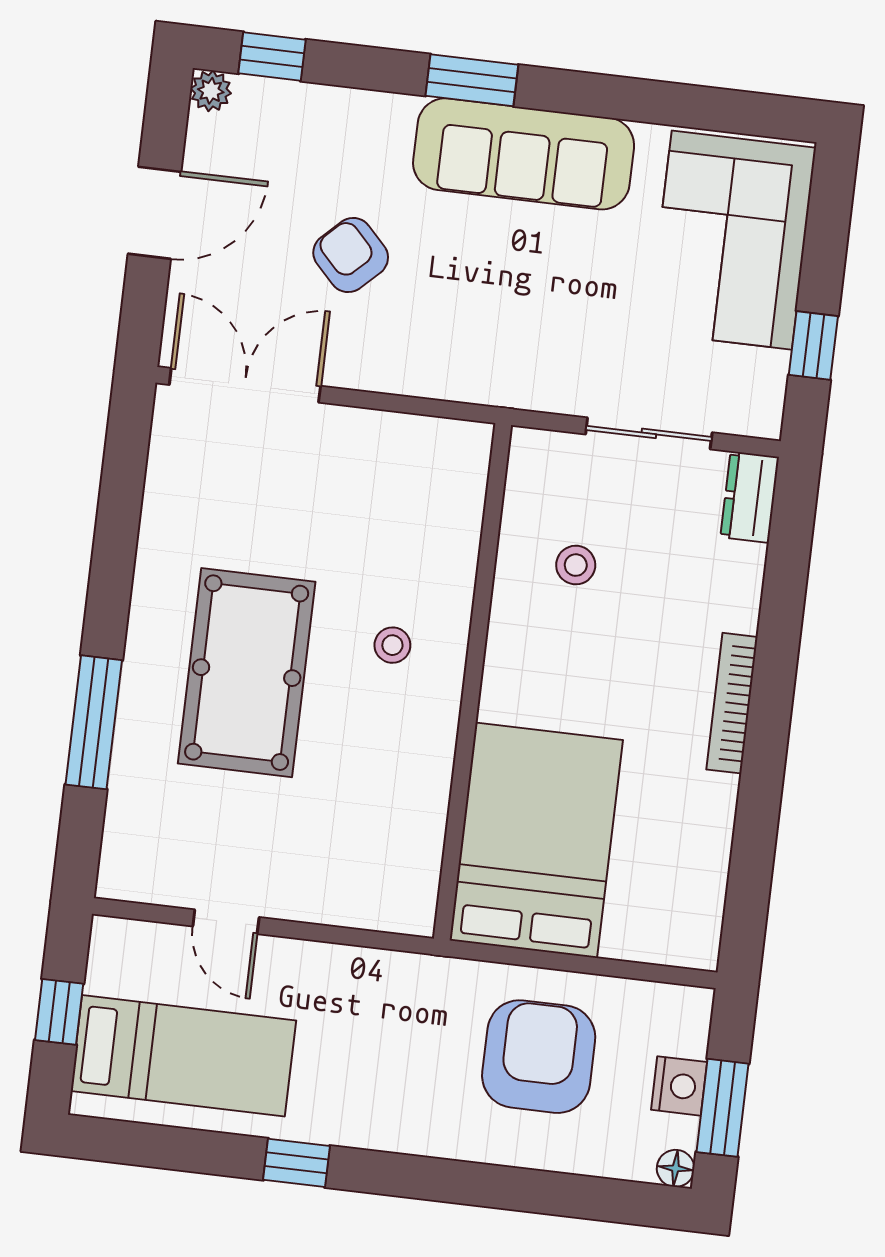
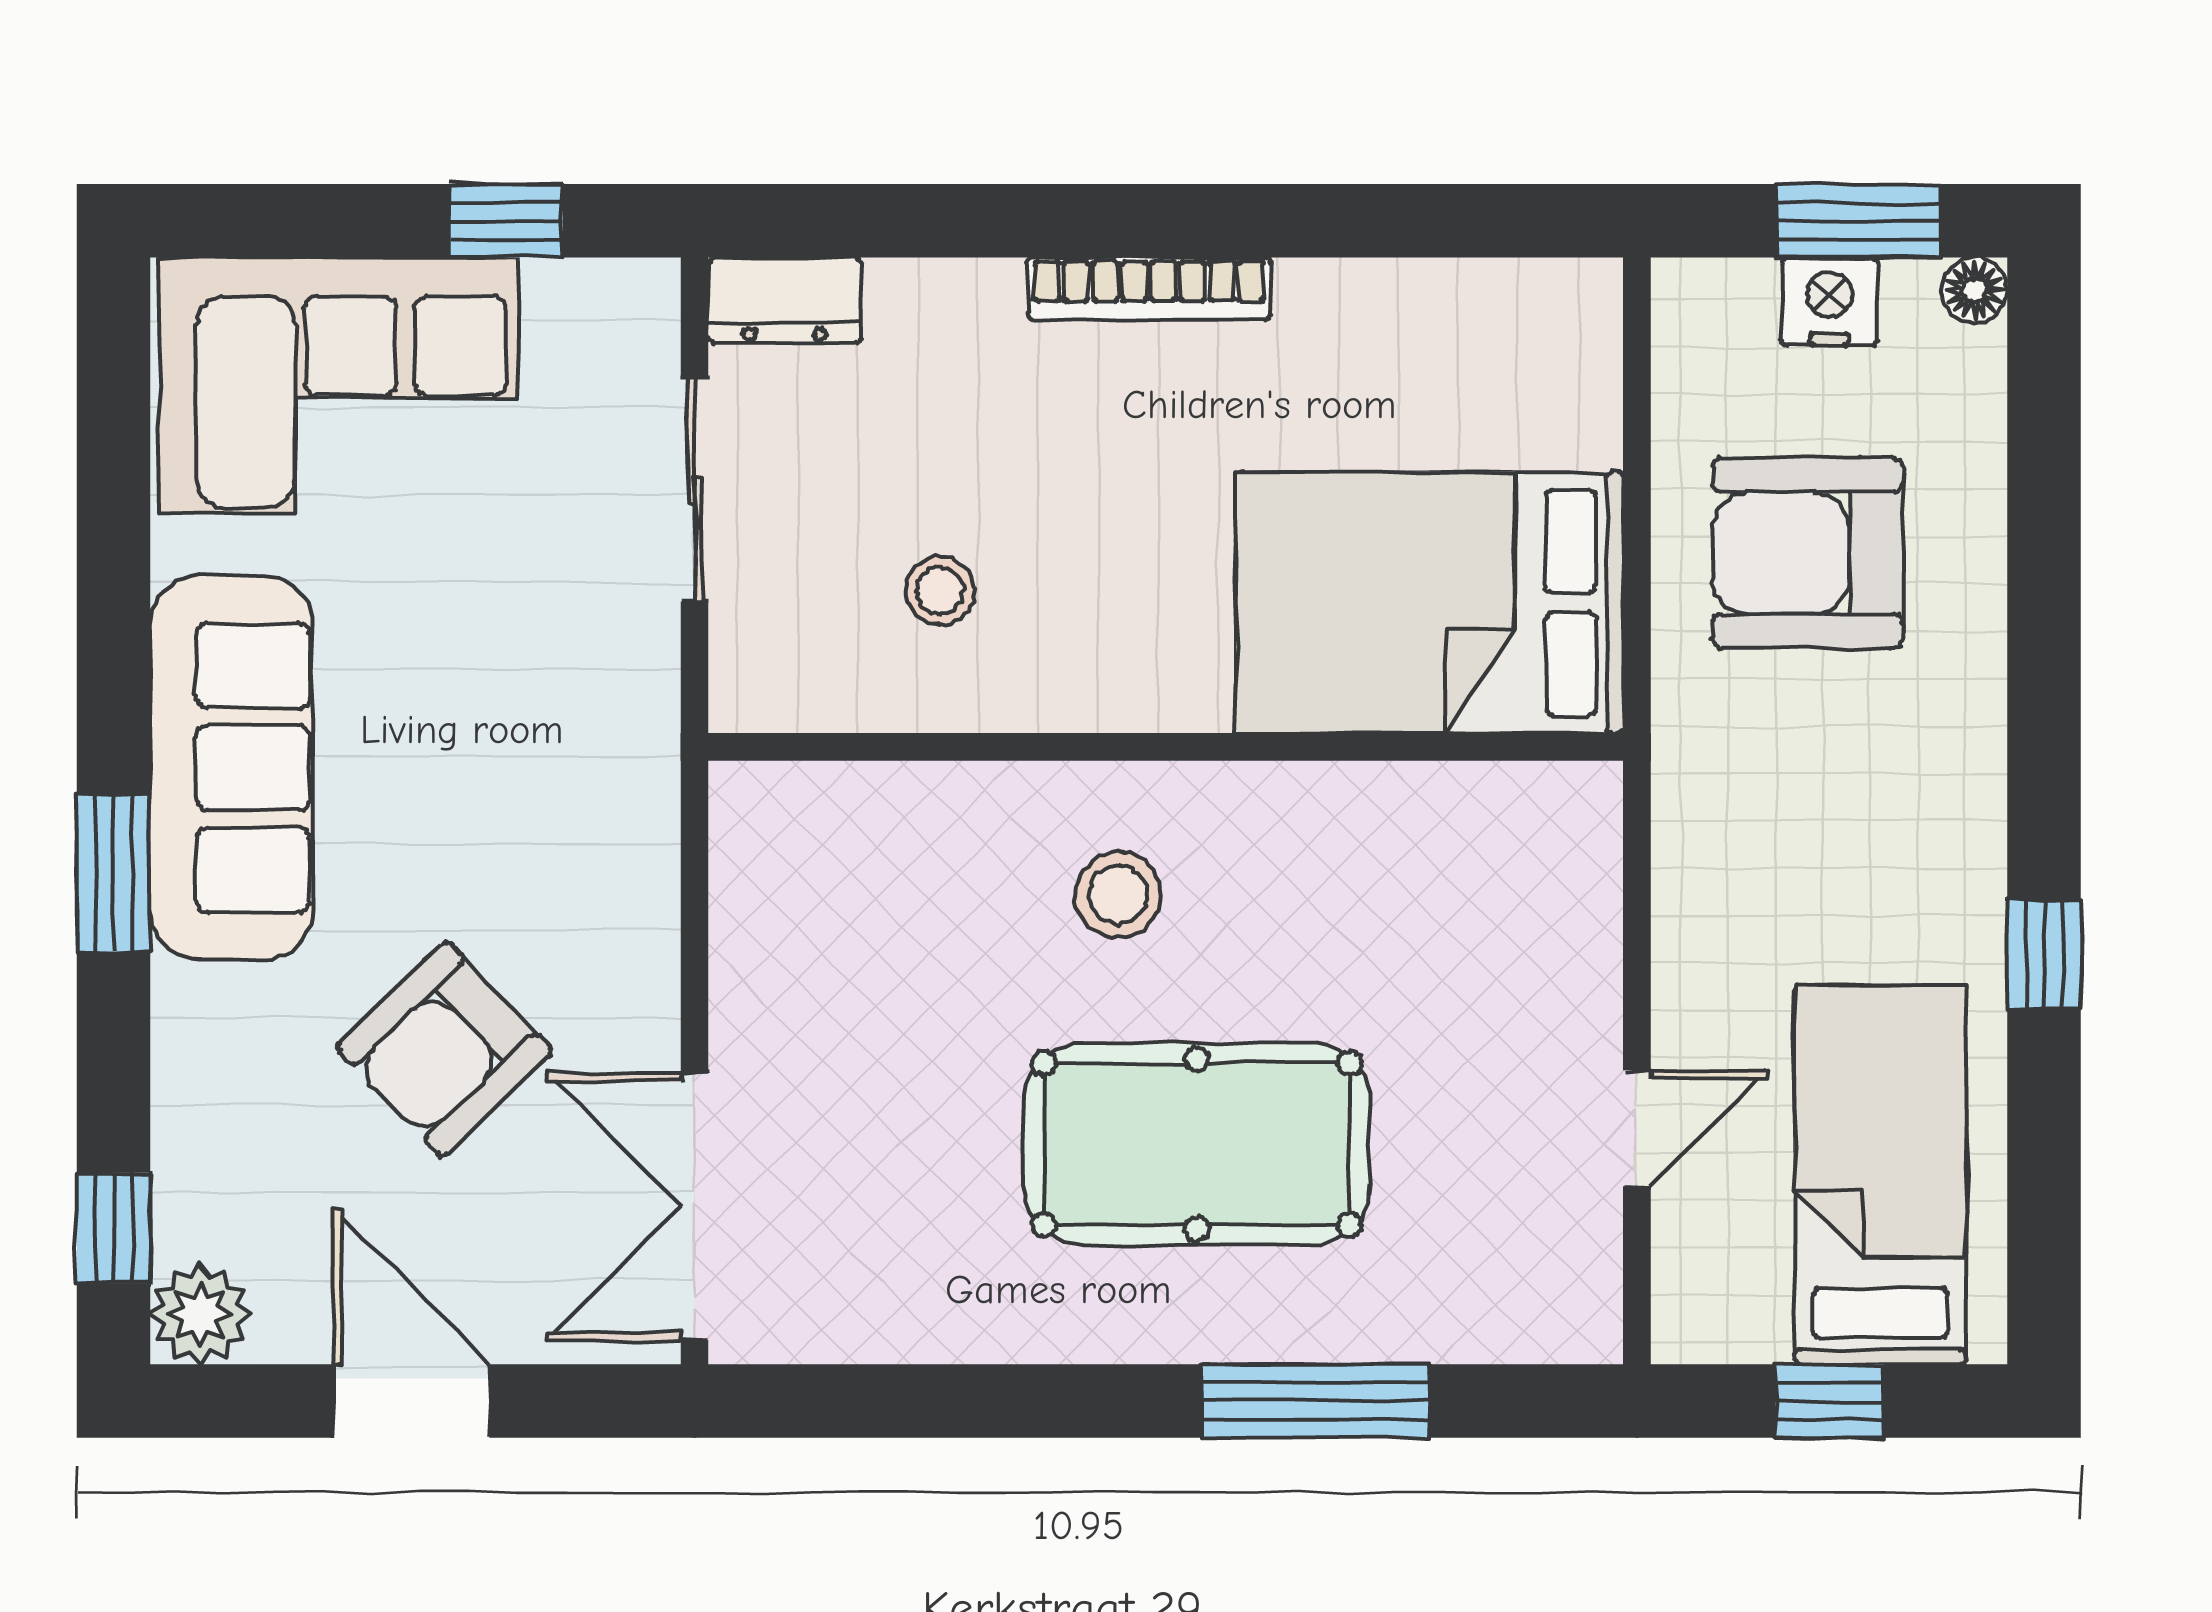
plant: (211, 91) -> (200, 1315), width x1.38, depth x1.38
armchair: (351, 255) -> (445, 1049), width x1.38, depth x1.38
stool: (392, 645) -> (1118, 895), width x1.37, depth x1.37

